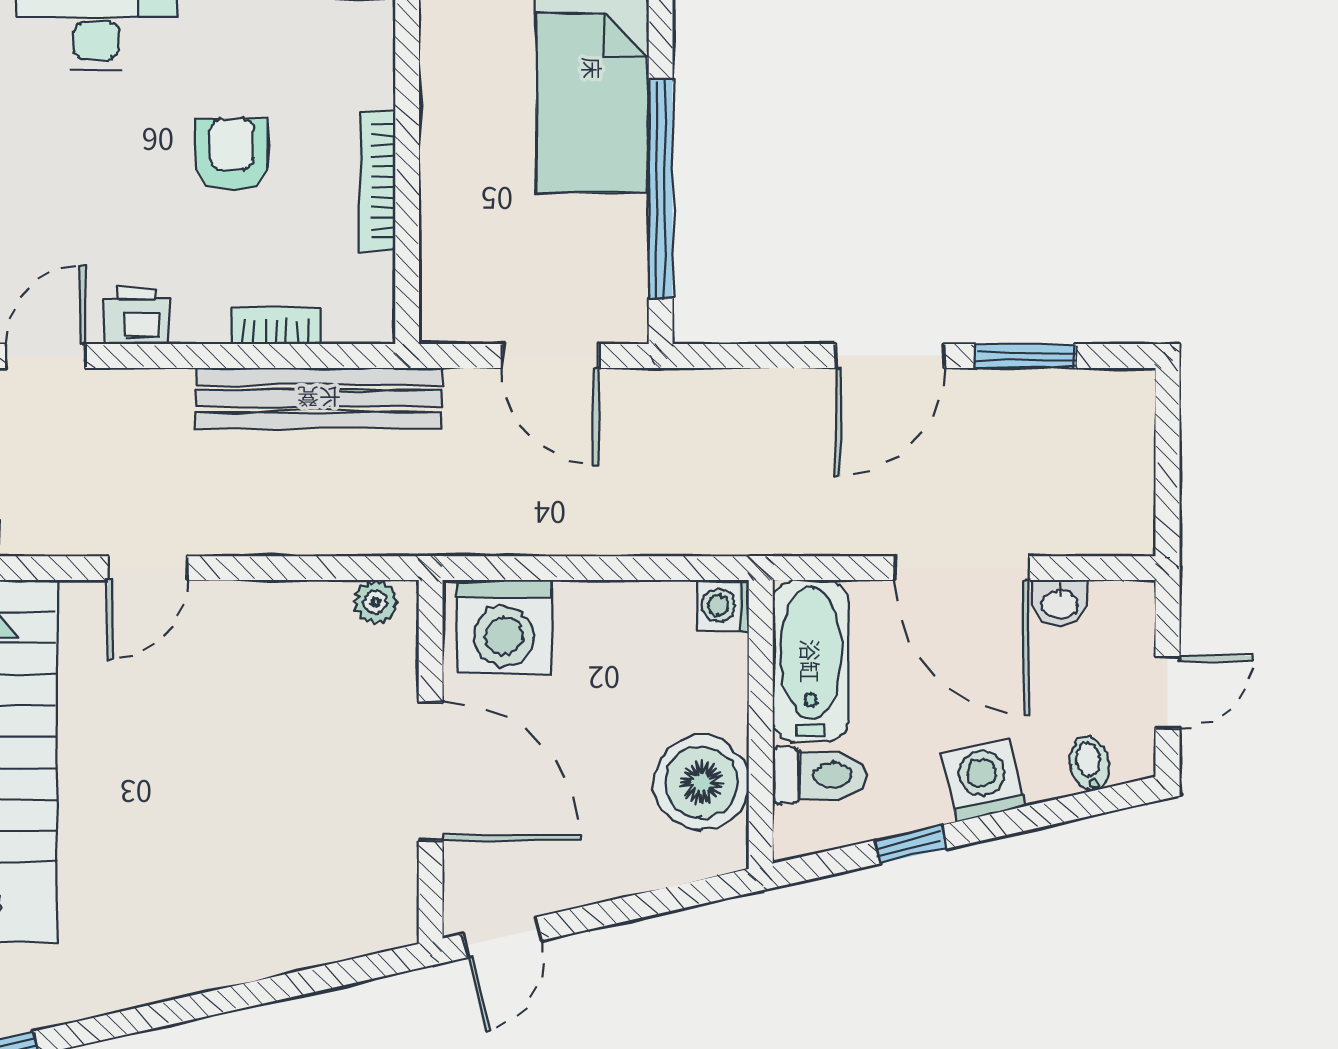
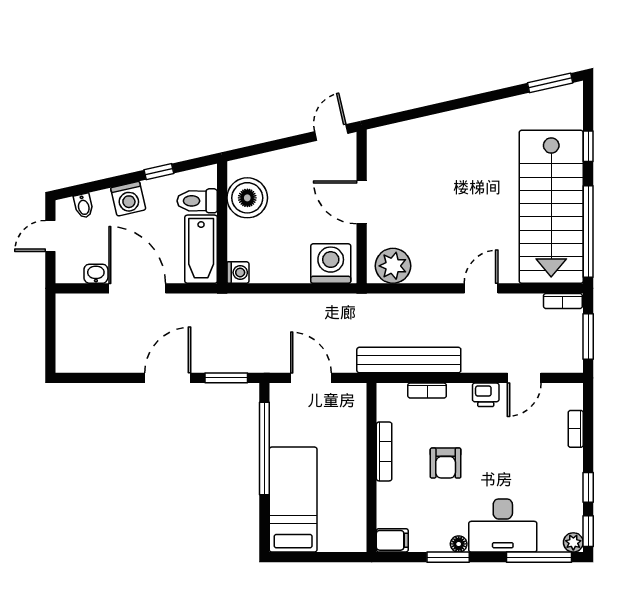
window: (1025, 356) -> (226, 378), moved
plant: (376, 602) -> (393, 266), width x1.87, depth x1.87
door: (431, 771) -> (362, 202), width x0.73

